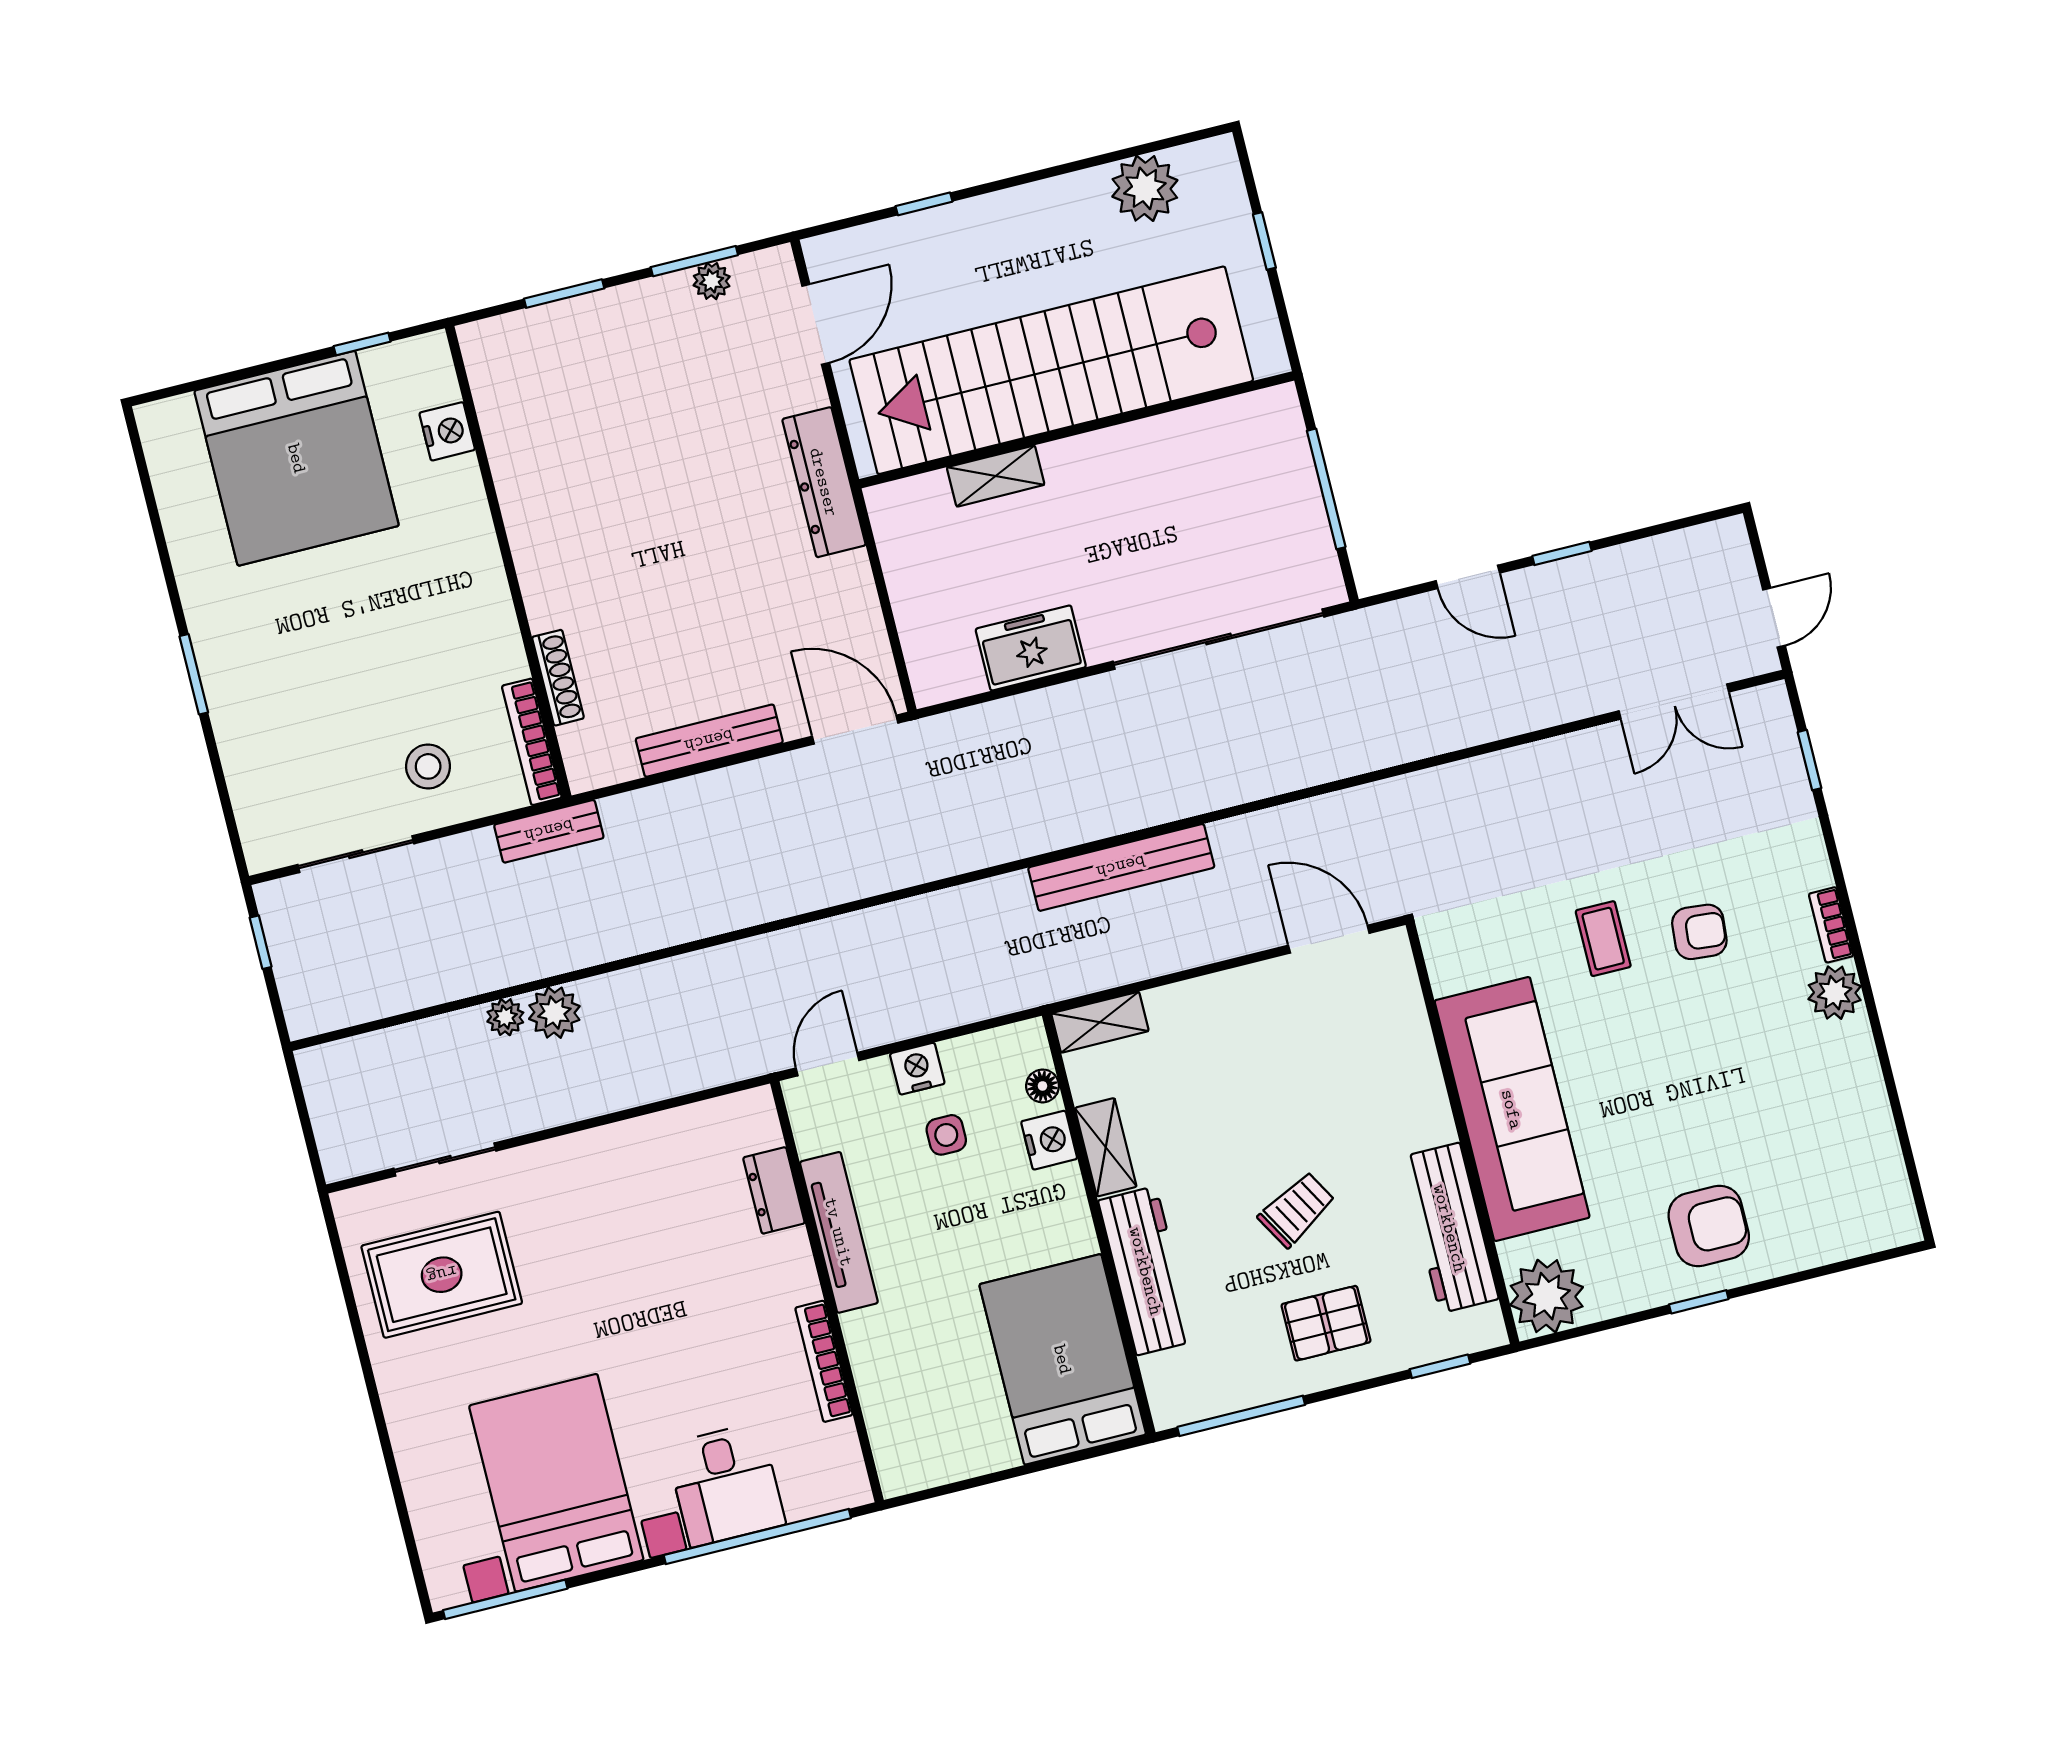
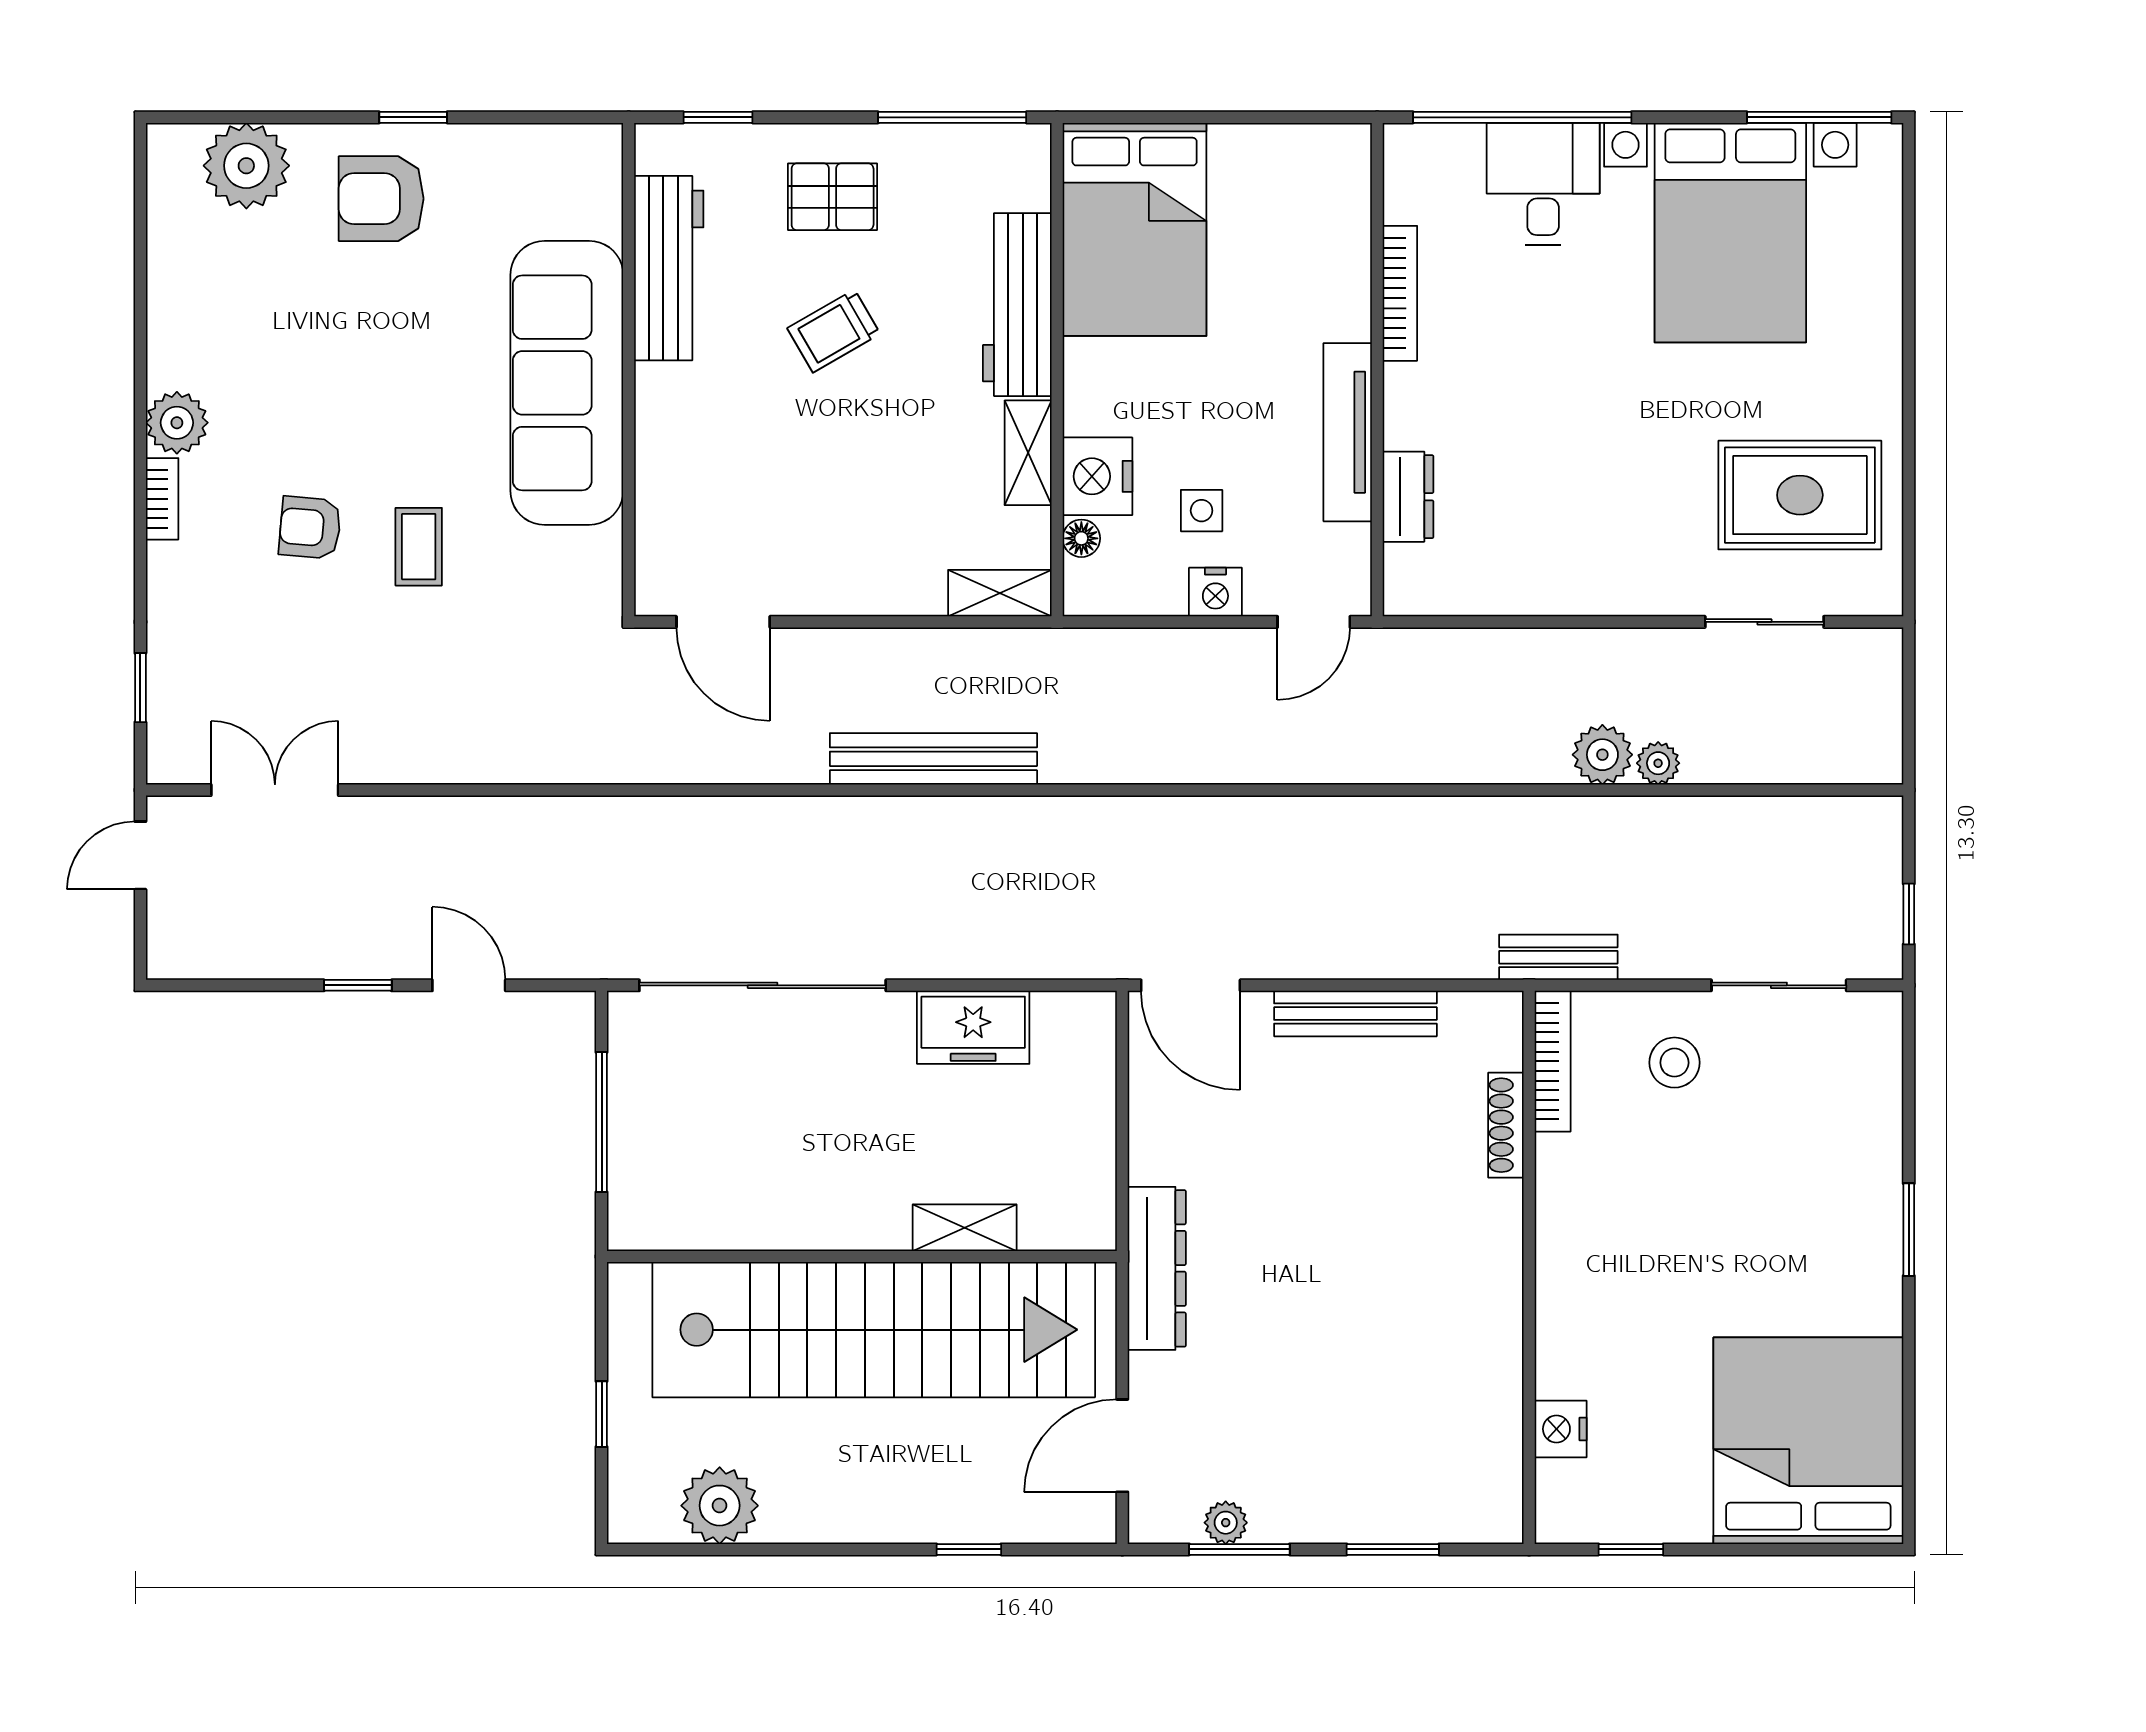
bed: (297, 458) -> (1808, 1441), moved
nightstand: (1049, 1140) -> (1097, 476), width x1.36, depth x1.33
plant: (1547, 1296) -> (246, 166), moved

